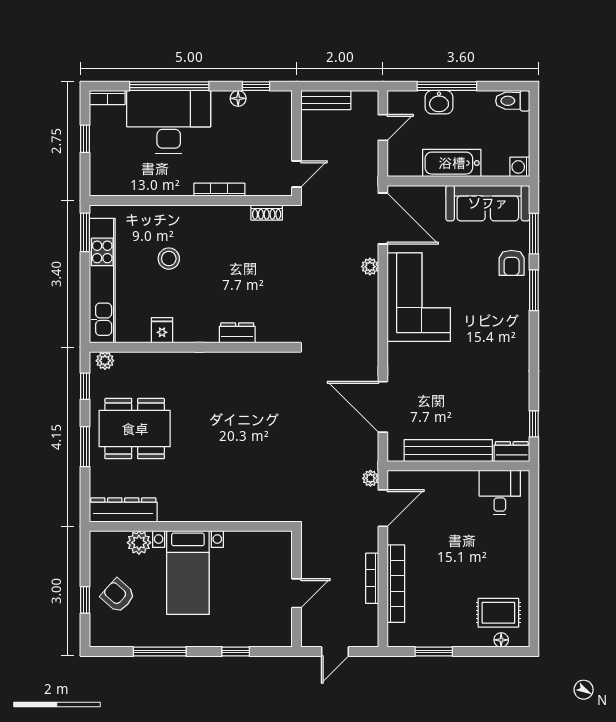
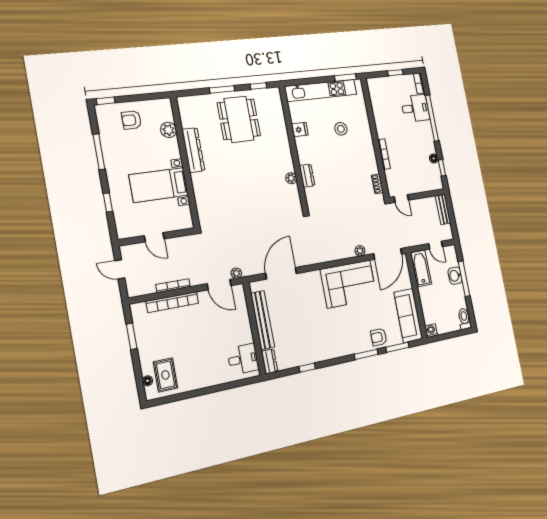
desk: (169, 122) -> (415, 108), width x0.53, depth x0.77
bathtub: (452, 163) -> (421, 268), moved
plant: (105, 361) -> (291, 178), moved
window: (534, 424) -> (307, 368), moved
dresser: (123, 510) -> (193, 150), moved
bed with nightstands: (188, 572) -> (159, 185), moved
armchair: (118, 596) -> (132, 120), turned -132
window: (85, 600) -> (106, 101), moved

